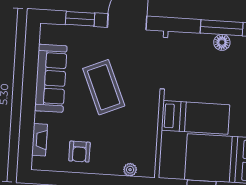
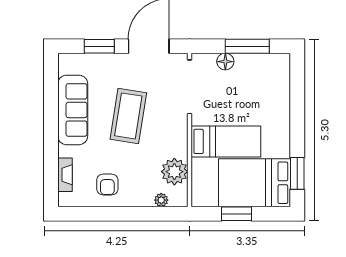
floor lamp: (222, 42) -> (225, 62), moved
coffee table: (104, 87) -> (128, 116), turned 32
plant: (144, 143) -> (174, 172), added

